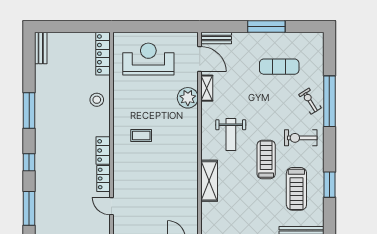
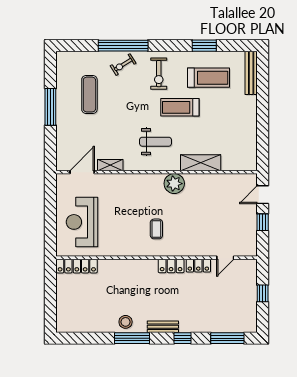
bench: (216, 38) -> (62, 156), removed
bench: (41, 48) -> (163, 327), moved
plant: (188, 98) -> (174, 184), moved
stool: (97, 100) -> (126, 322), moved

